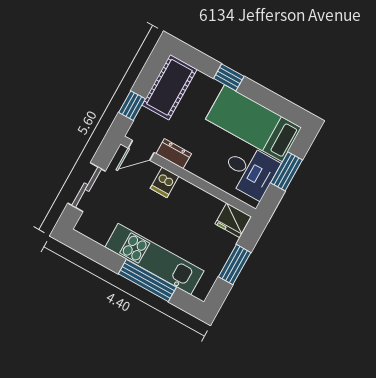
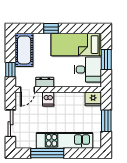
window: (147, 280) -> (47, 153), moved

